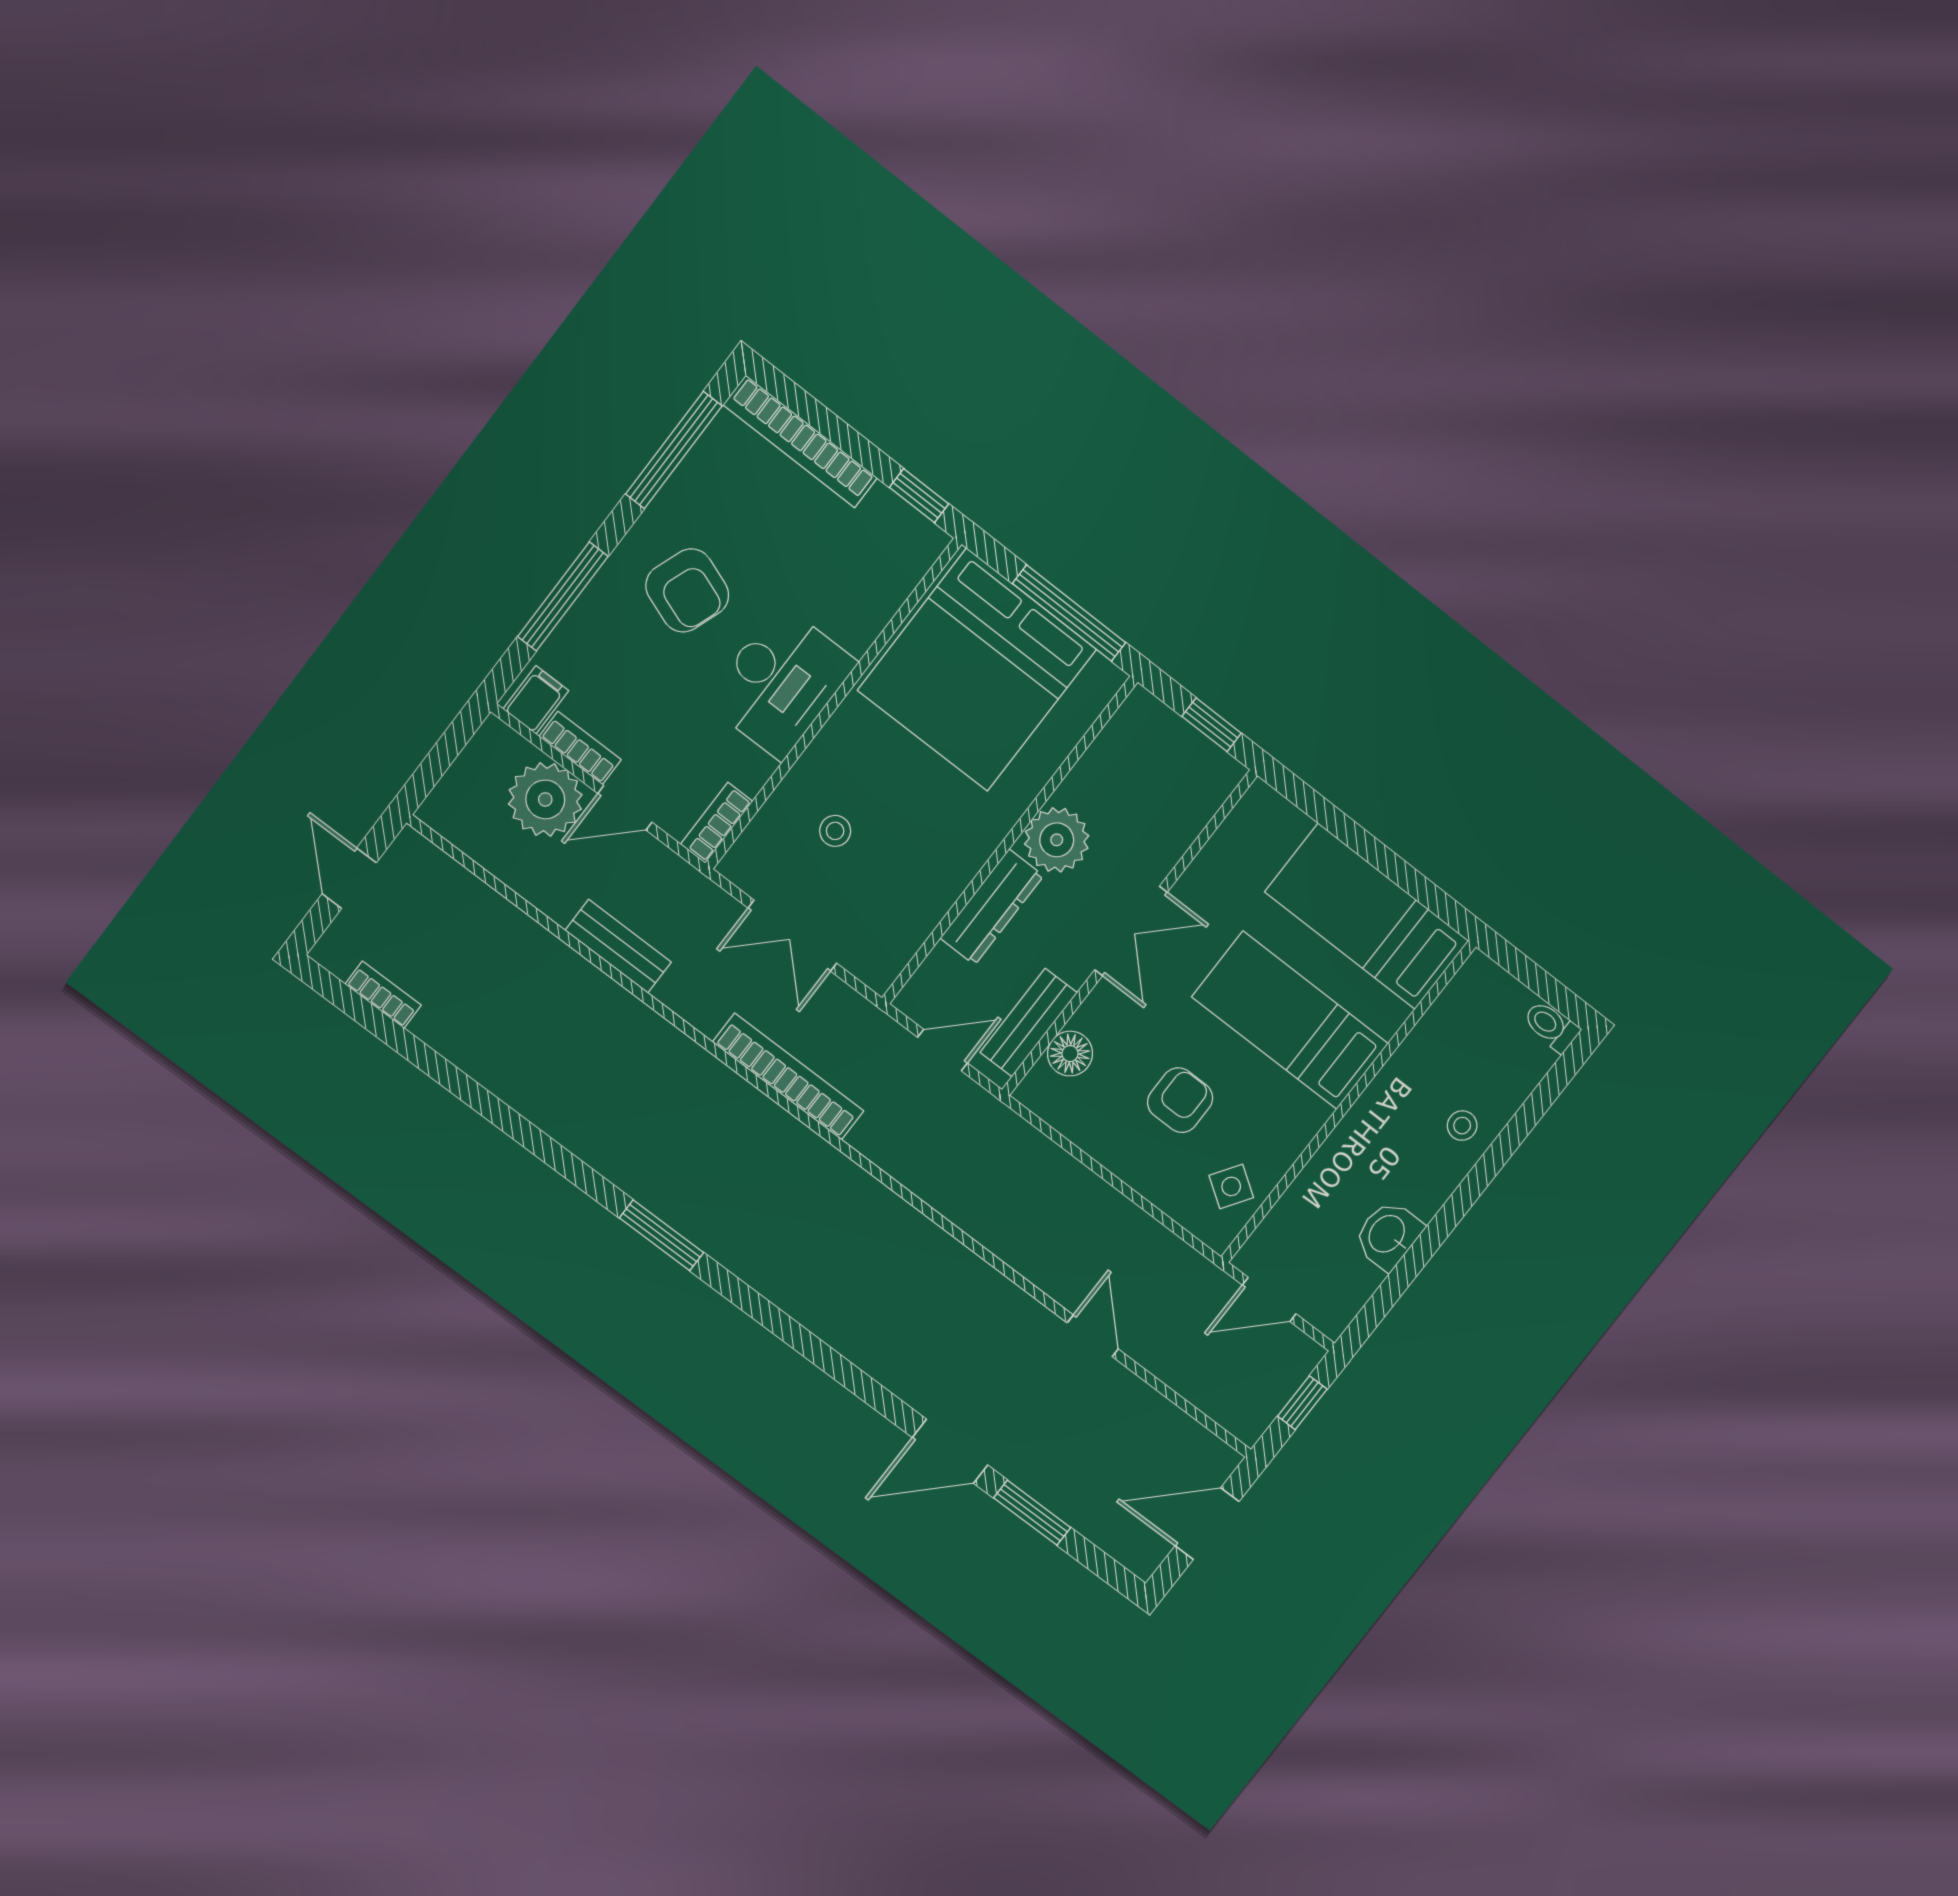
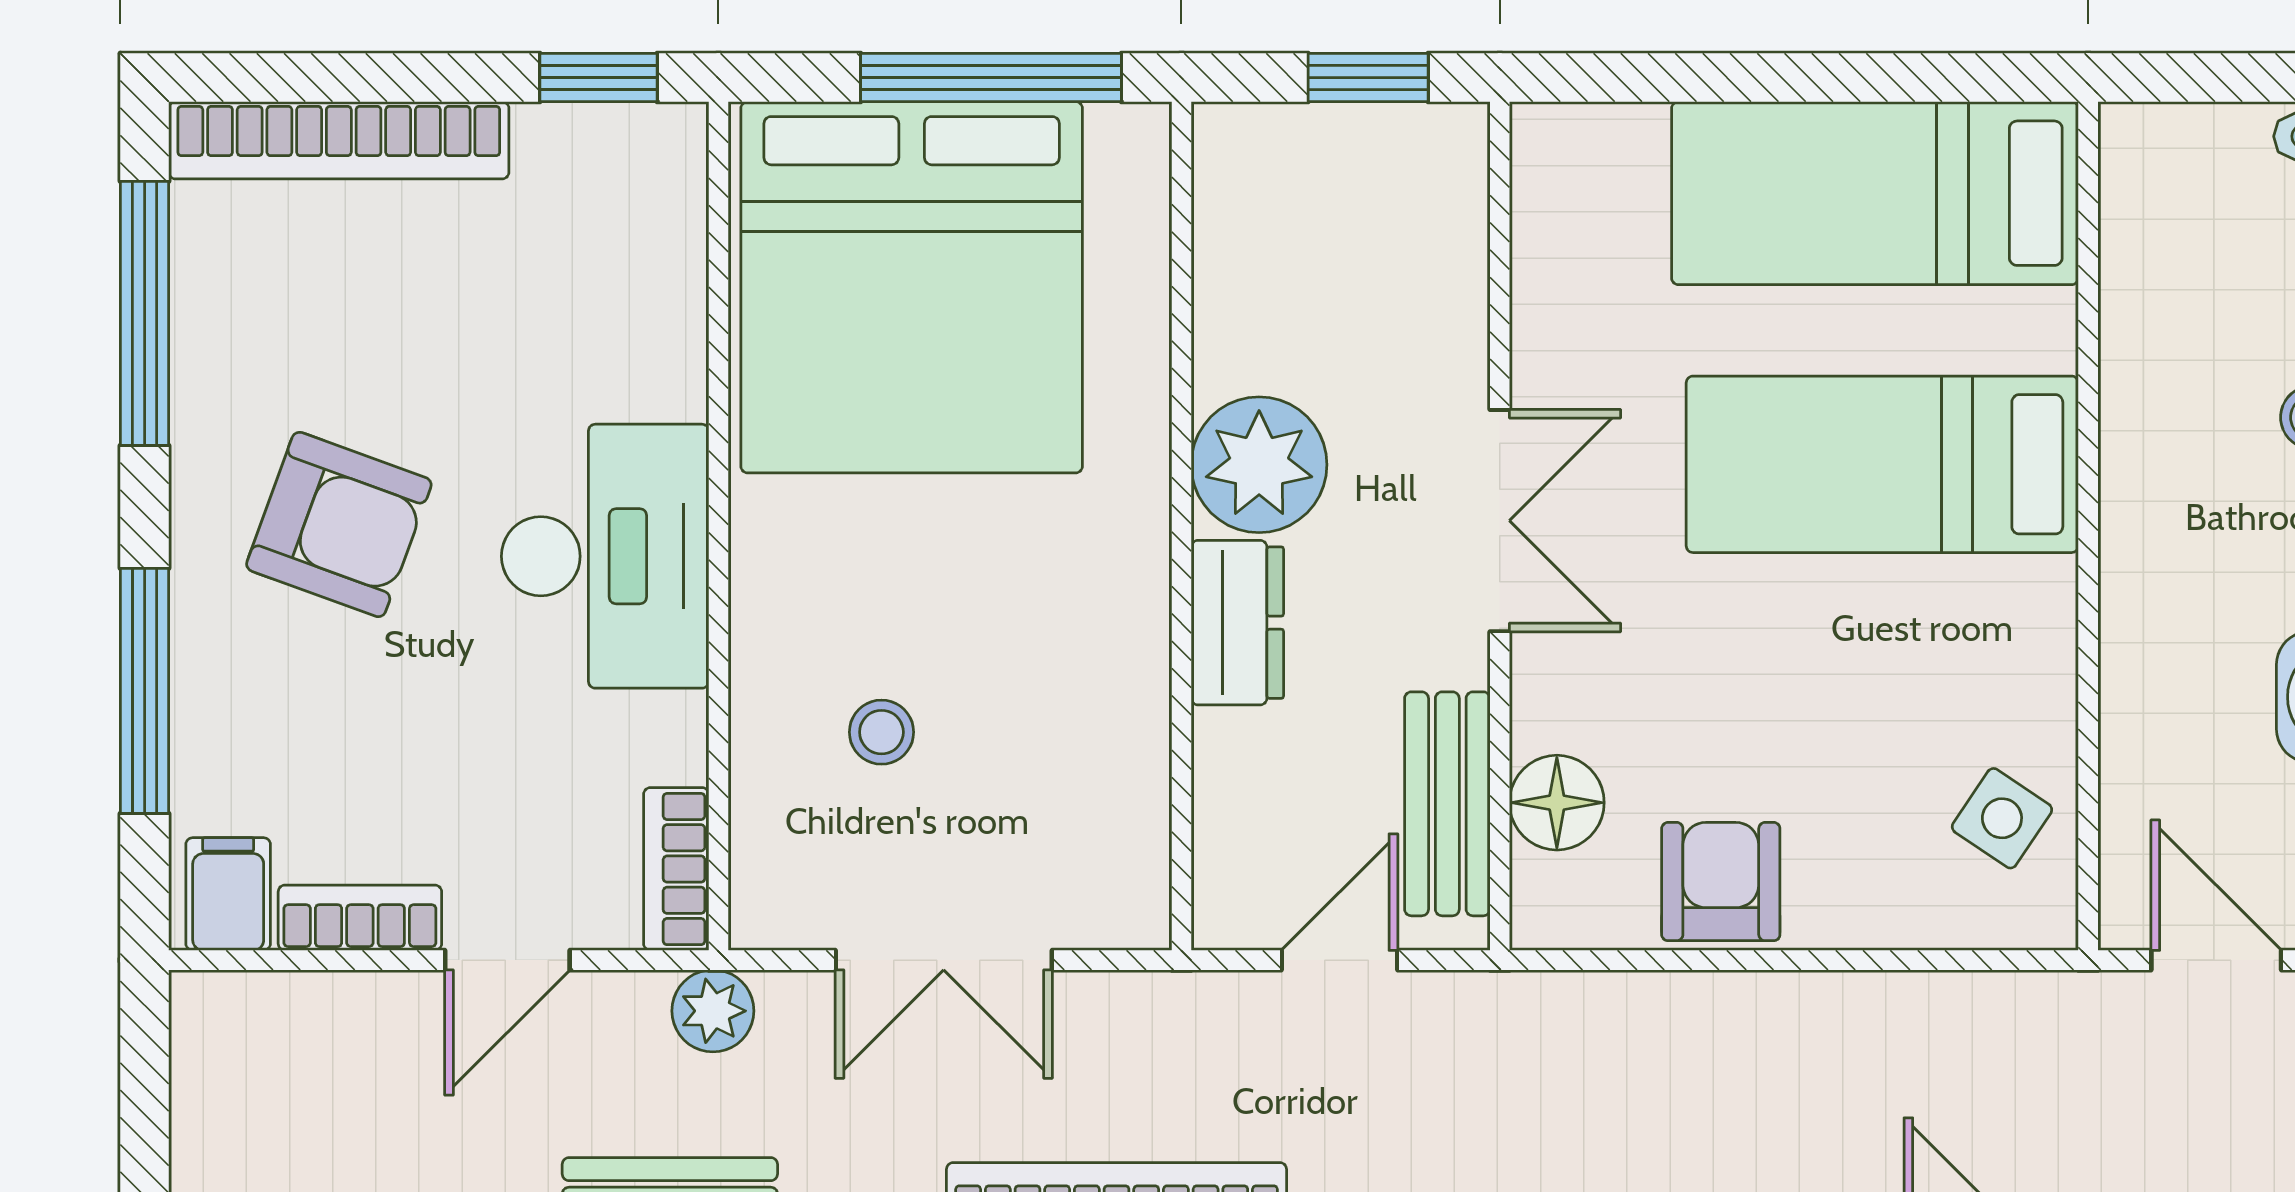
plant: (545, 799) -> (713, 1011), moved, width x0.53, depth x0.53
dresser: (992, 907) -> (1237, 623), width x0.70
armchair: (1180, 1100) -> (1721, 882), moved
door: (1269, 1299) -> (2216, 960), swing flipped

